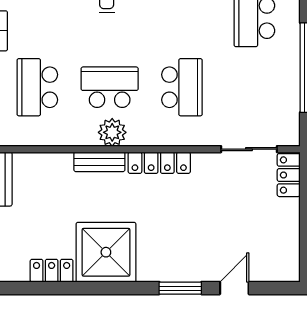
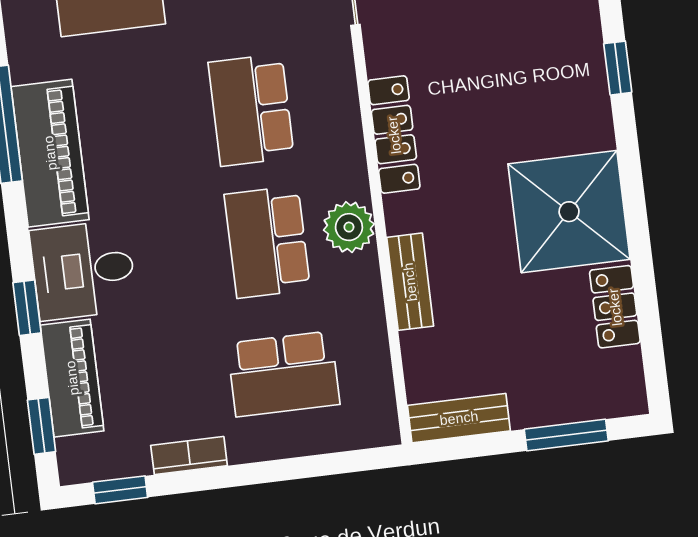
school desk: (182, 87) -> (251, 110), turned -90
bench: (99, 162) -> (410, 282), moved
window: (180, 288) -> (618, 68), width x0.67

